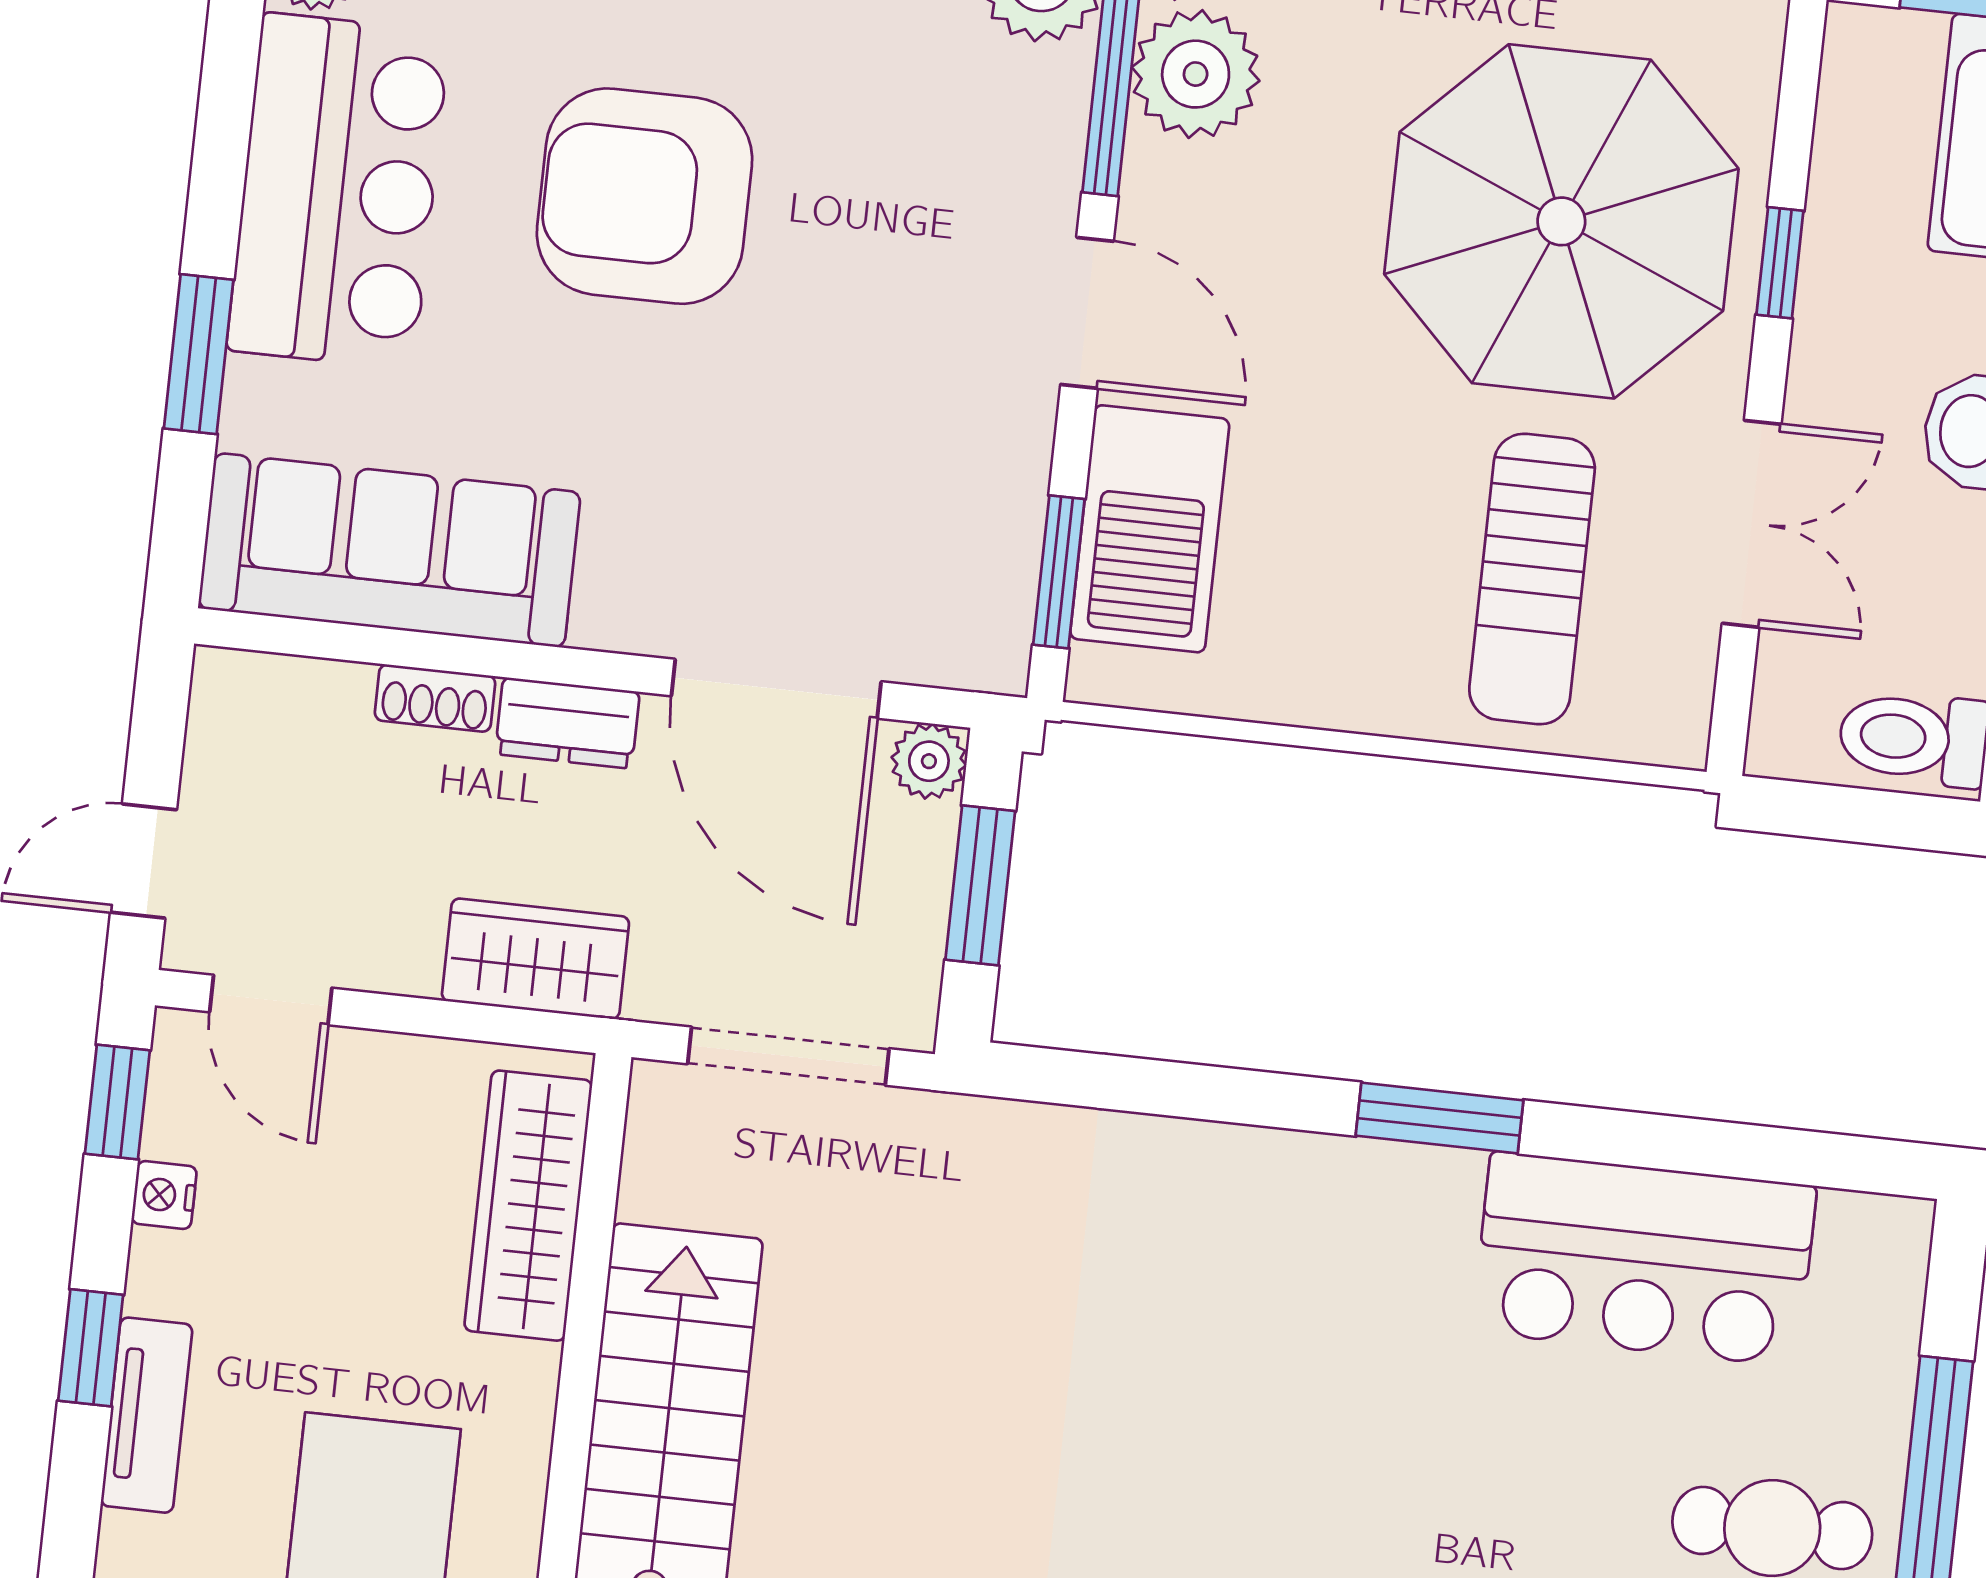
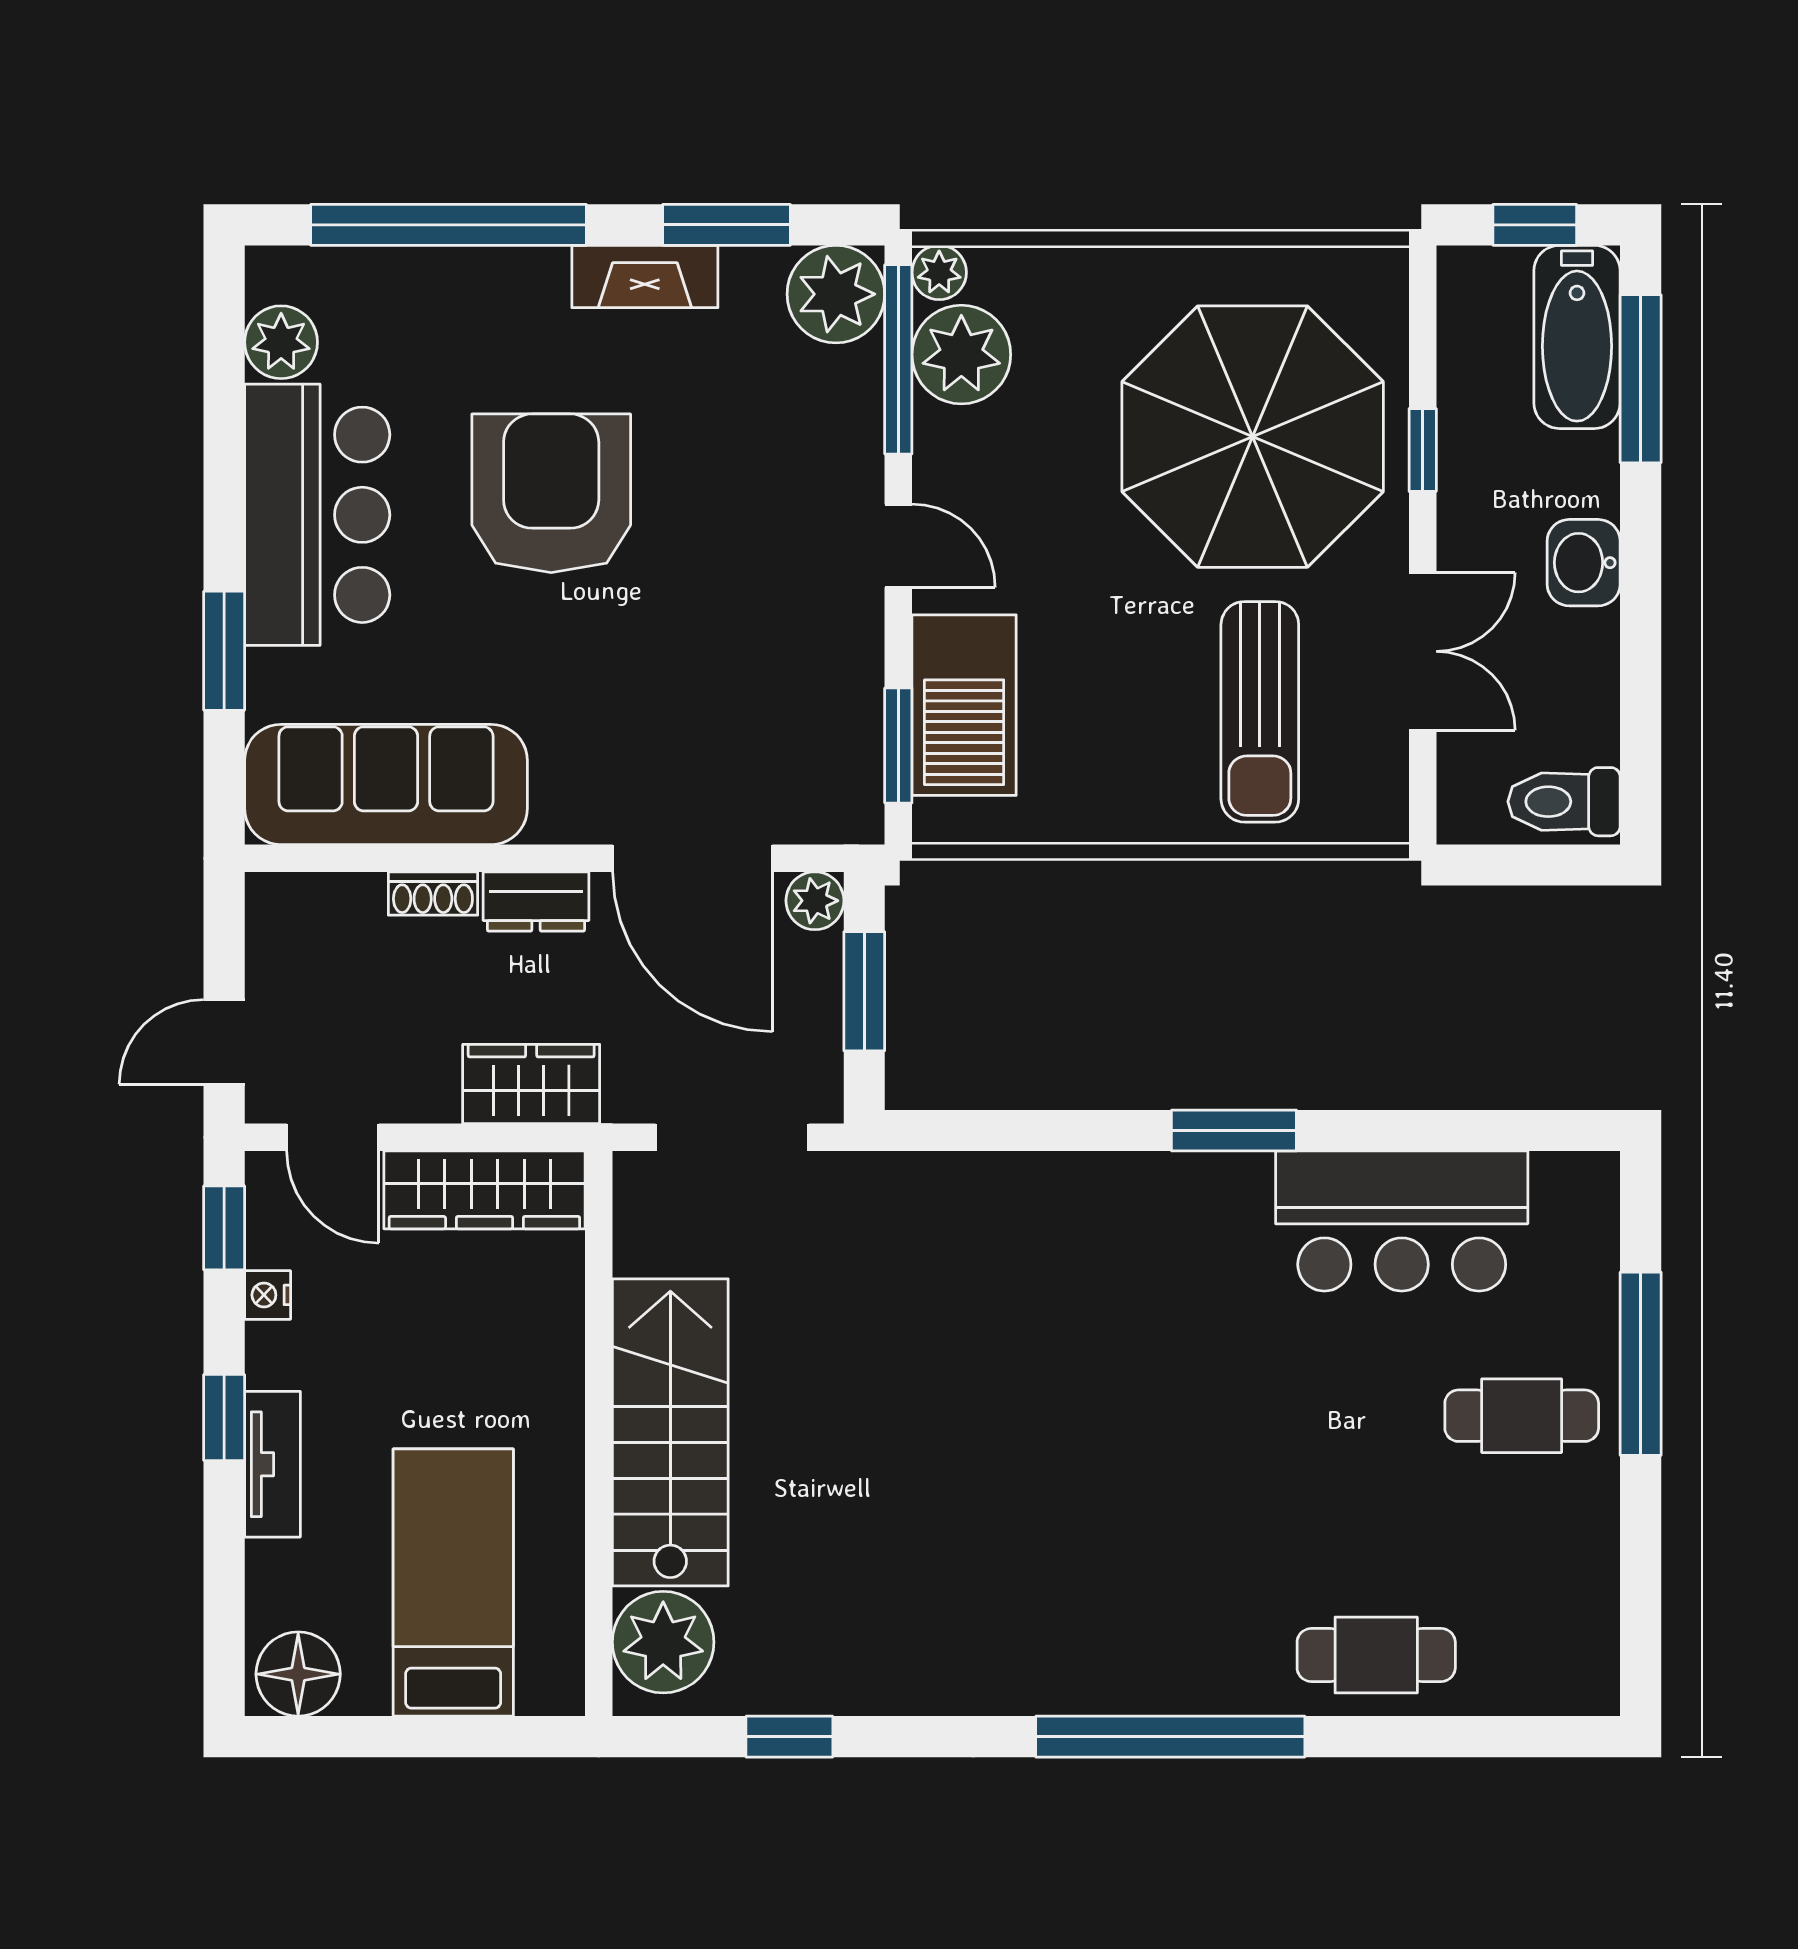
armchair: (644, 196) -> (551, 493), turned 90
door: (1087, 313) -> (898, 546), width x0.73
wardrobe: (528, 1206) -> (484, 1190), moved, turned -90

